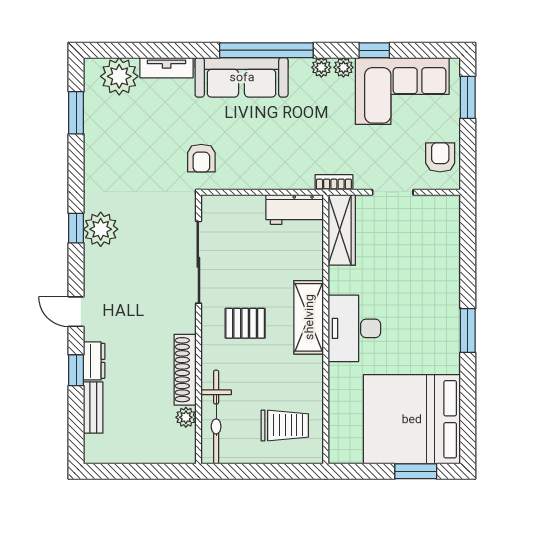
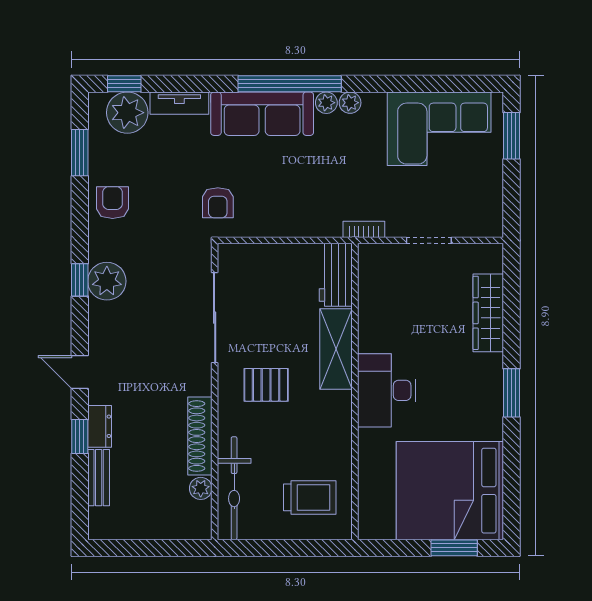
window: (374, 50) -> (124, 84), moved
plant: (343, 67) -> (326, 103), moved
armchair: (440, 157) -> (113, 203), moved
workbench: (295, 209) -> (336, 275), moved, turned 90
wardrobe: (342, 230) -> (488, 313), moved, turned 180
shelving: (309, 317) -> (336, 349), moved

